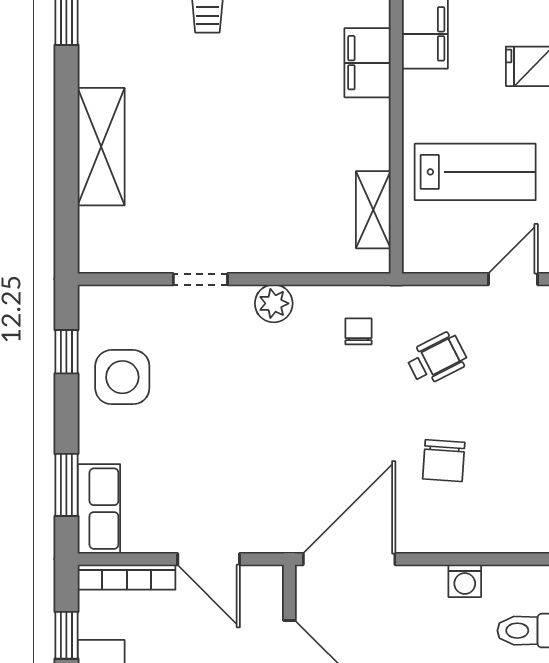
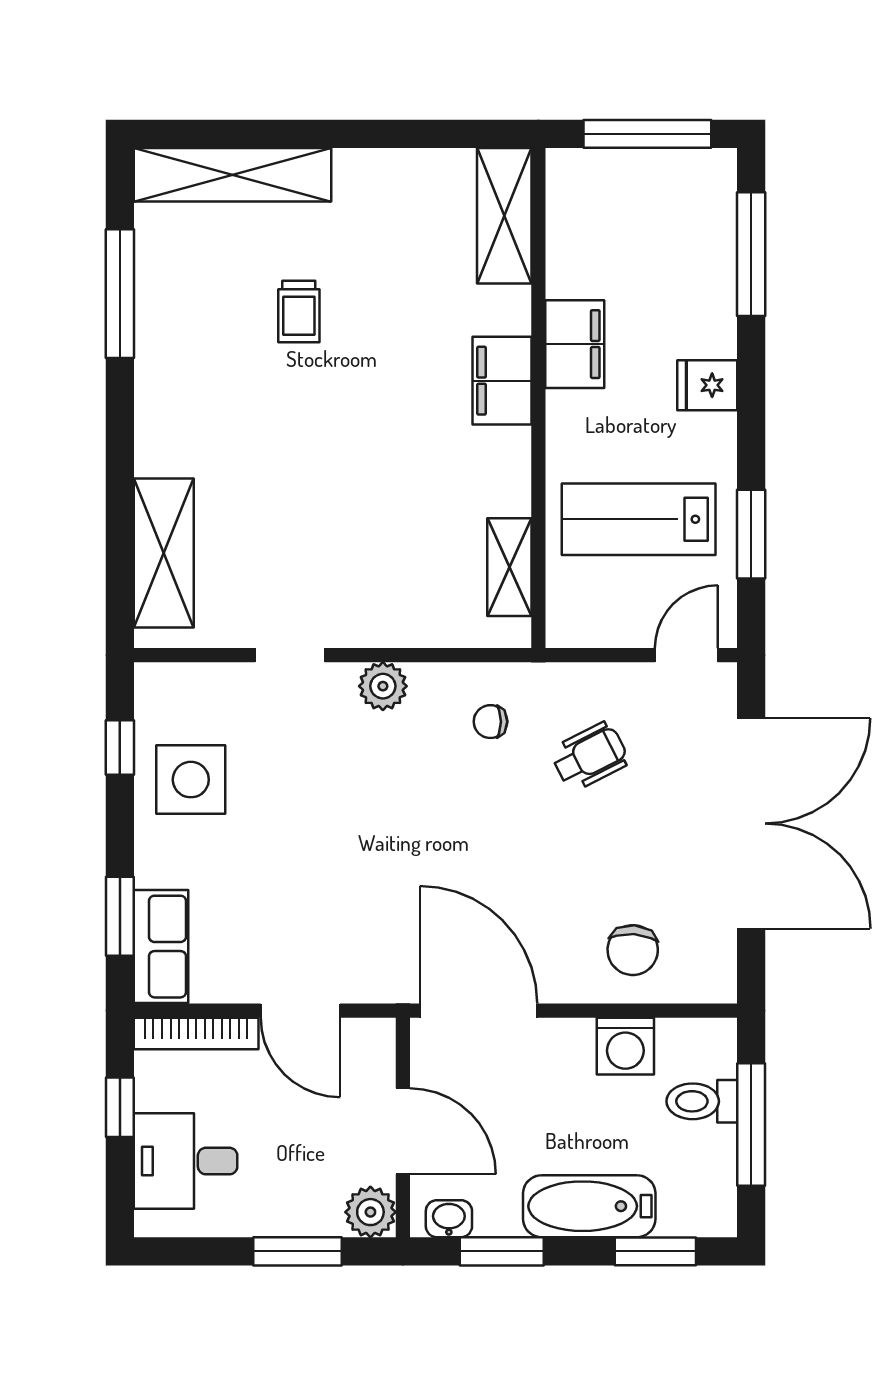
shelving: (101, 147) -> (164, 553), moved
lab bench: (475, 172) -> (639, 519), turned 180
chair: (358, 331) -> (490, 722), turned -90
chair: (444, 461) -> (633, 950), moved
door: (349, 559) -> (479, 1011), hinge flipped
washing machine: (465, 581) -> (625, 1046), width x1.38, depth x1.38

